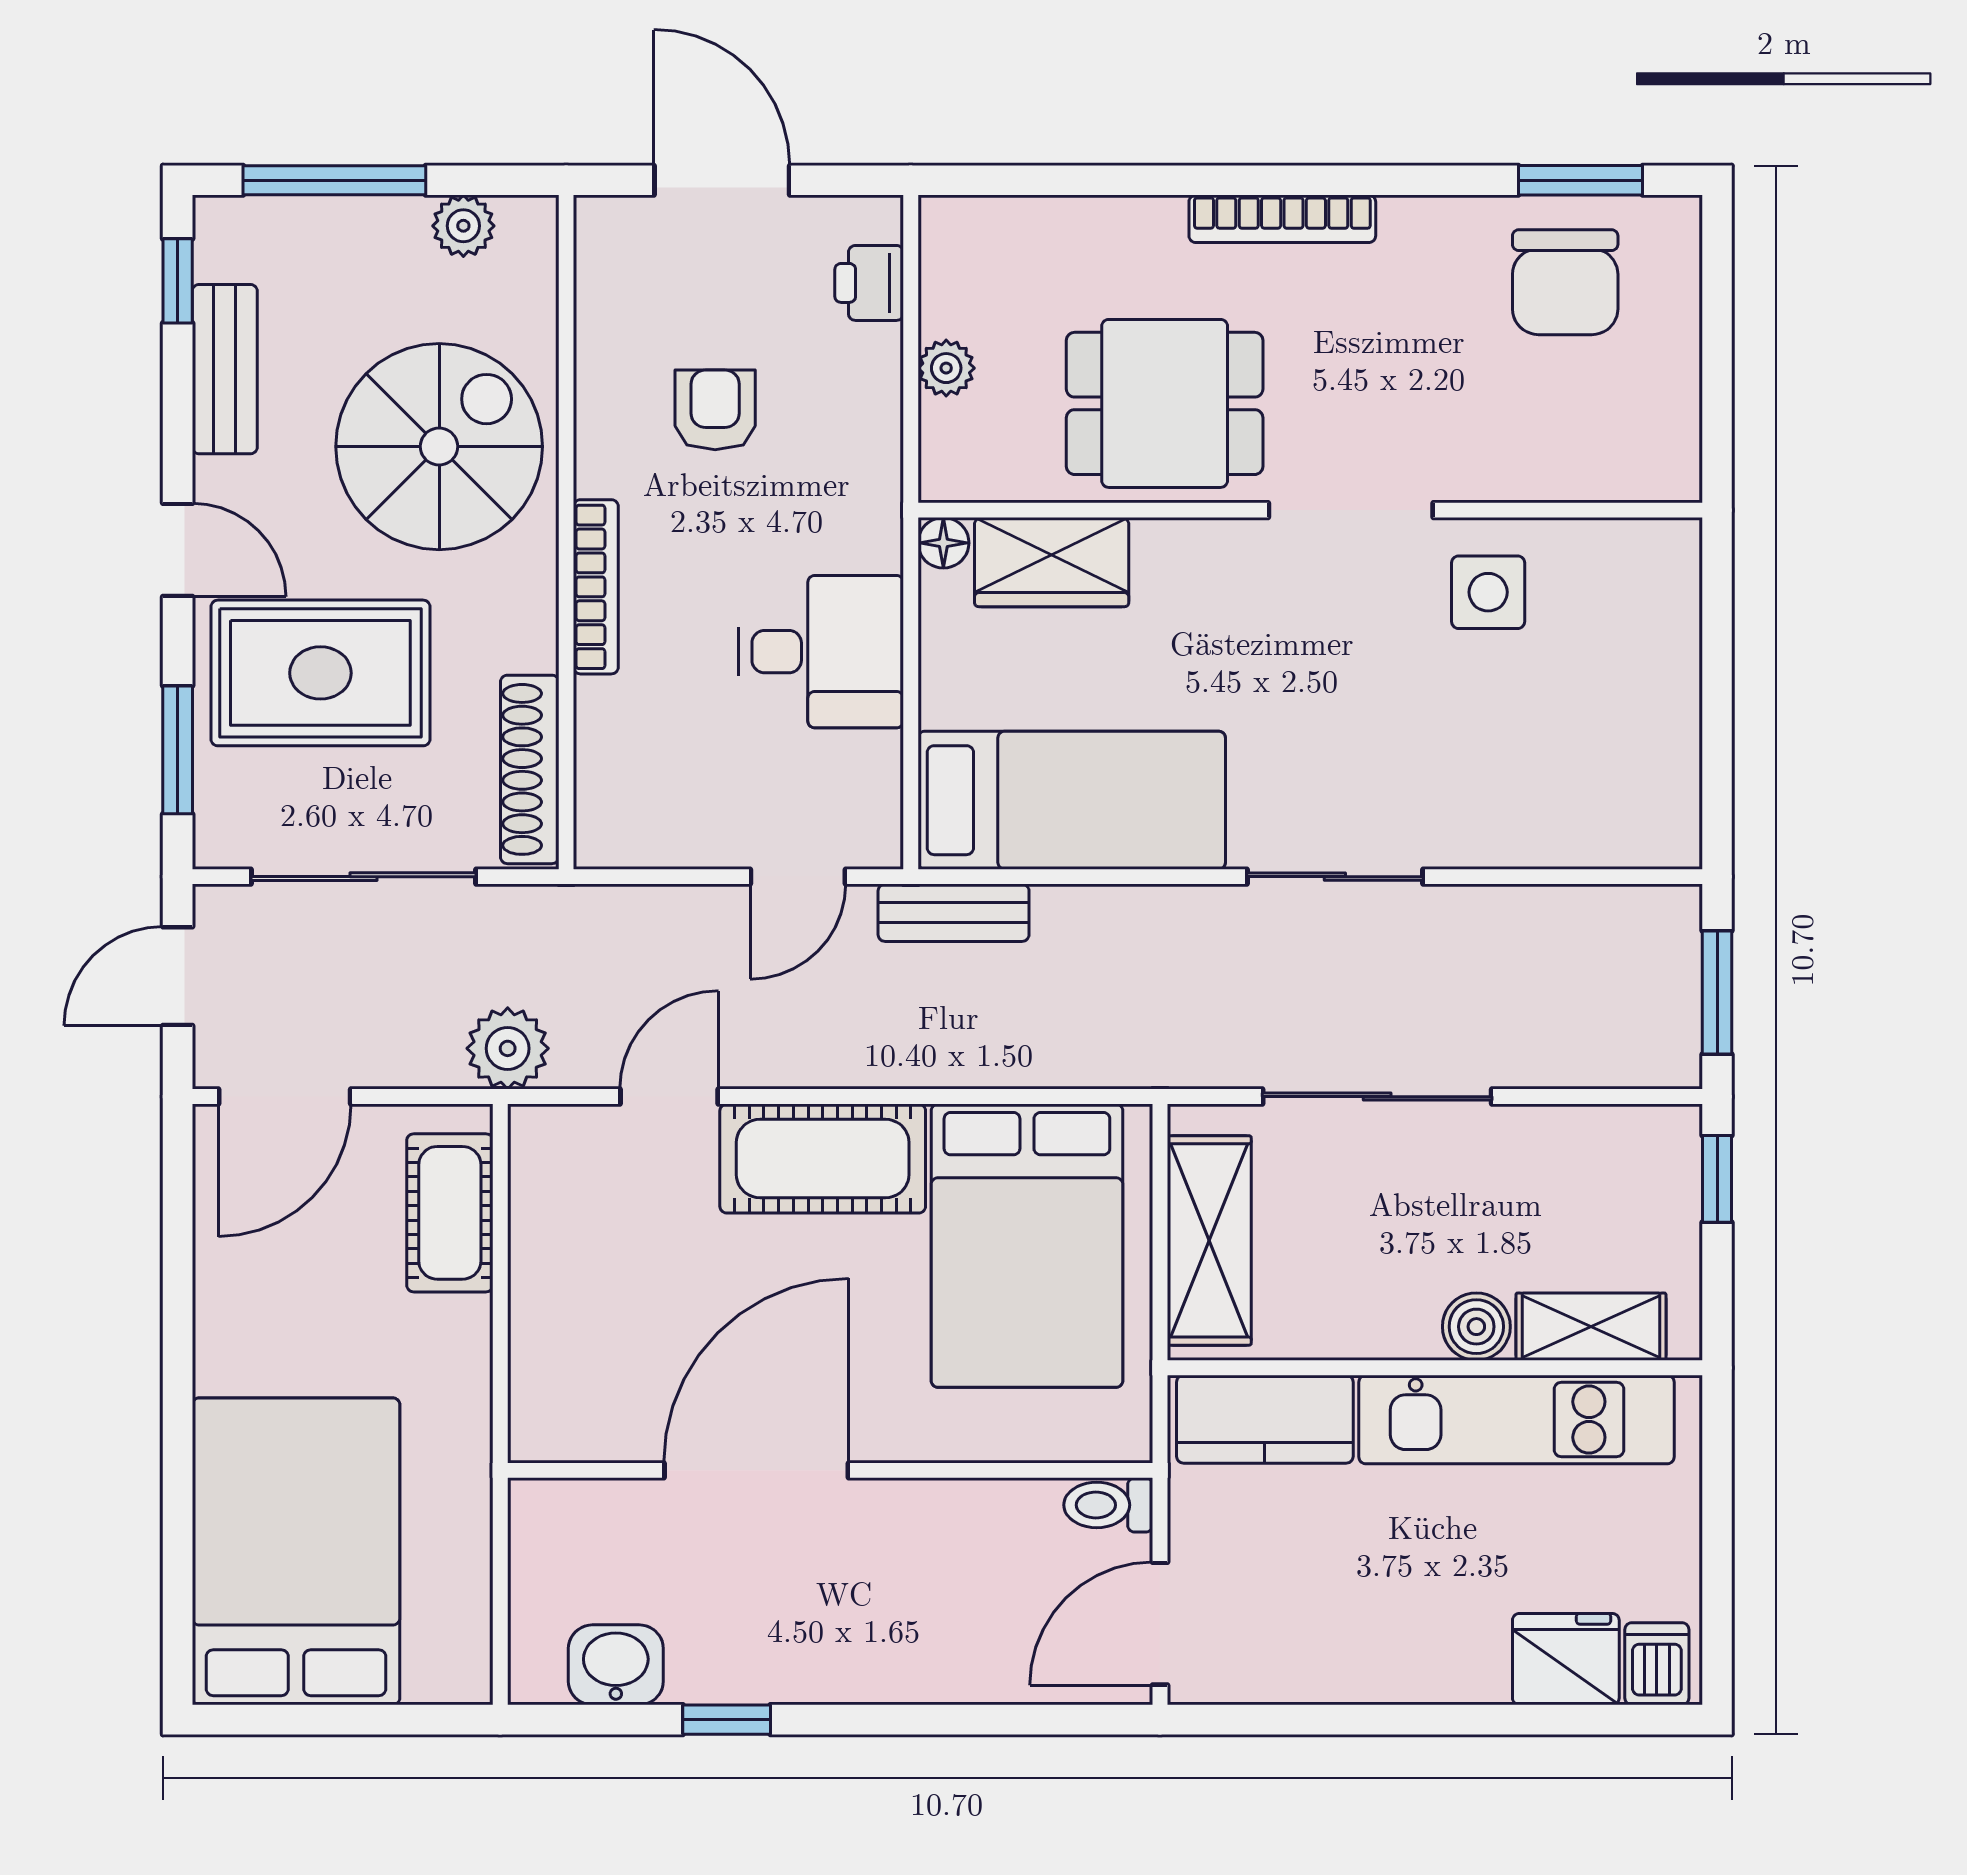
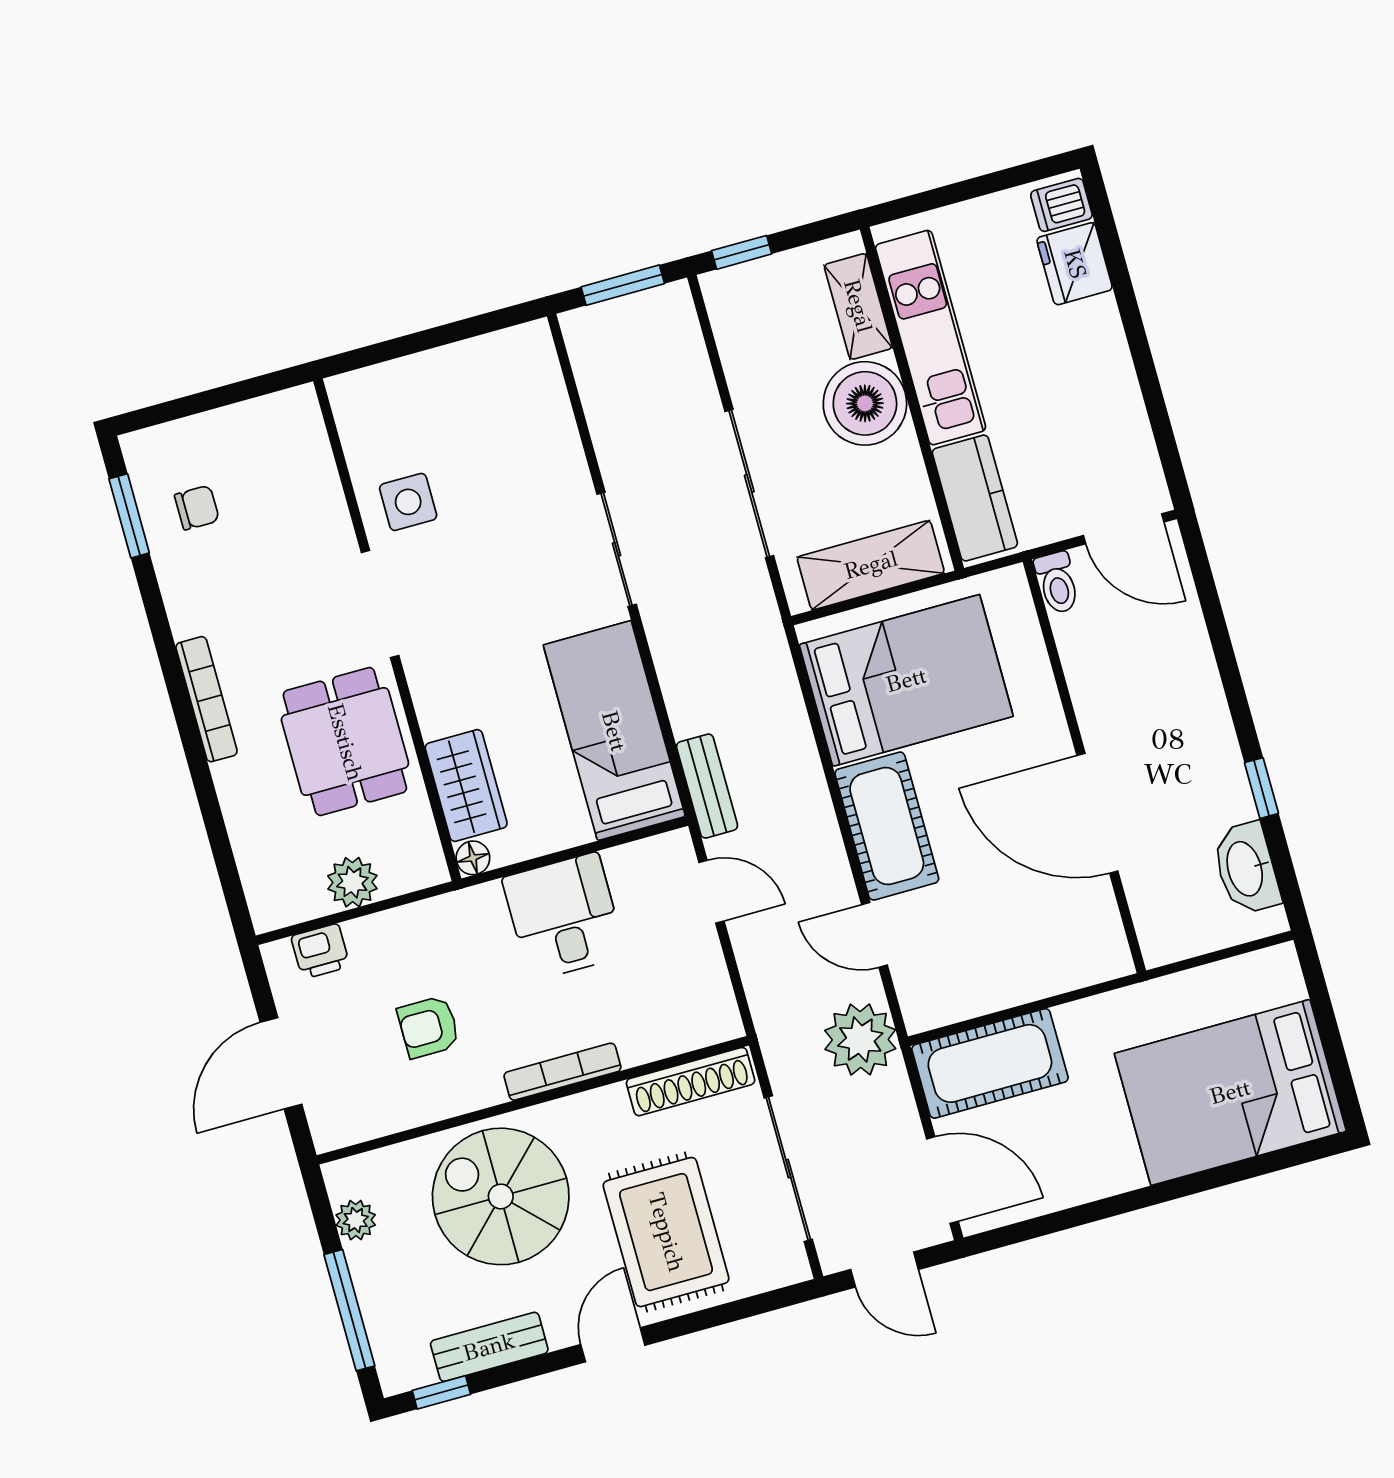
chair: (1565, 282) -> (197, 508), width x0.54, depth x0.54
plant: (946, 368) -> (352, 882), width x1.38, depth x1.38
window: (178, 750) -> (740, 1309), removed
plant: (508, 1048) -> (860, 1040), width x1.36, depth x1.36
cot: (450, 1213) -> (990, 1063), width x1.37, depth x1.34
boiler: (1476, 1327) -> (865, 403), width x1.86, depth x1.86
washbasin: (616, 1665) -> (1246, 868), width x1.38

